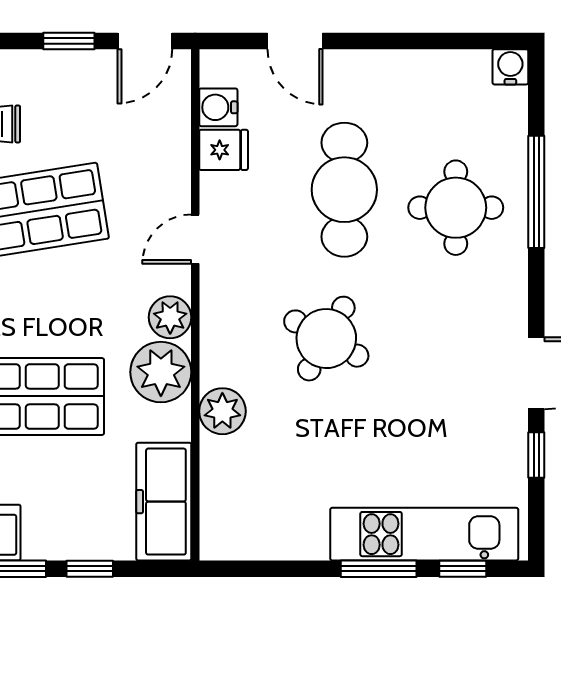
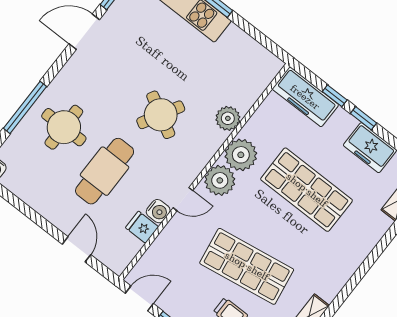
water cooler: (218, 107) -> (158, 211), moved
plant: (170, 317) -> (220, 180), width x1.36, depth x1.36
freezer: (164, 502) -> (305, 97), moved, turned 90

